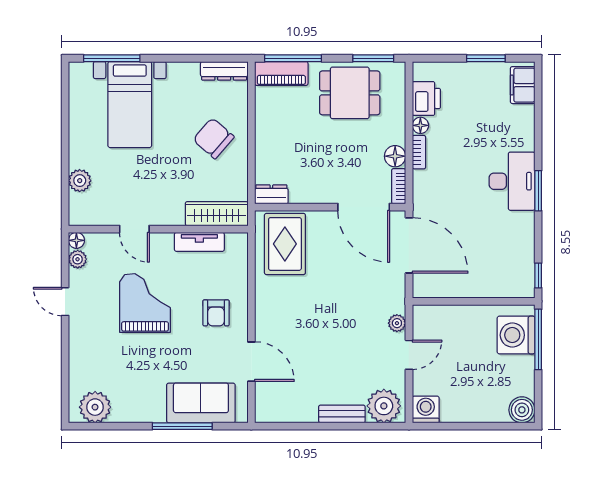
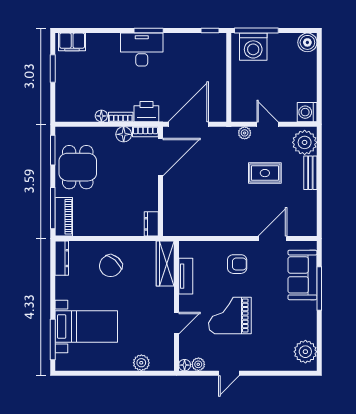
printer: (426, 98) -> (146, 112), moved
rug: (285, 244) -> (265, 173), moved, width x0.73, depth x0.70

